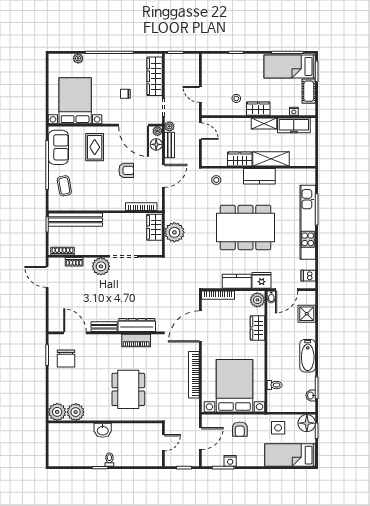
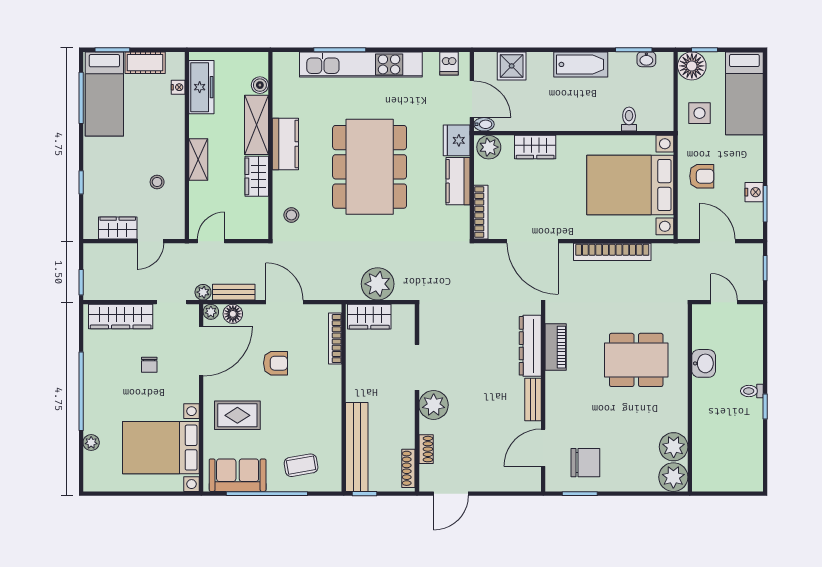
wardrobe: (258, 109) -> (118, 228), moved, turned 90
shelving: (264, 124) -> (198, 159), moved
boiler: (295, 161) -> (260, 85), added
armchair: (126, 170) -> (276, 363), turned 90
washbasin: (103, 430) -> (704, 363), moved

